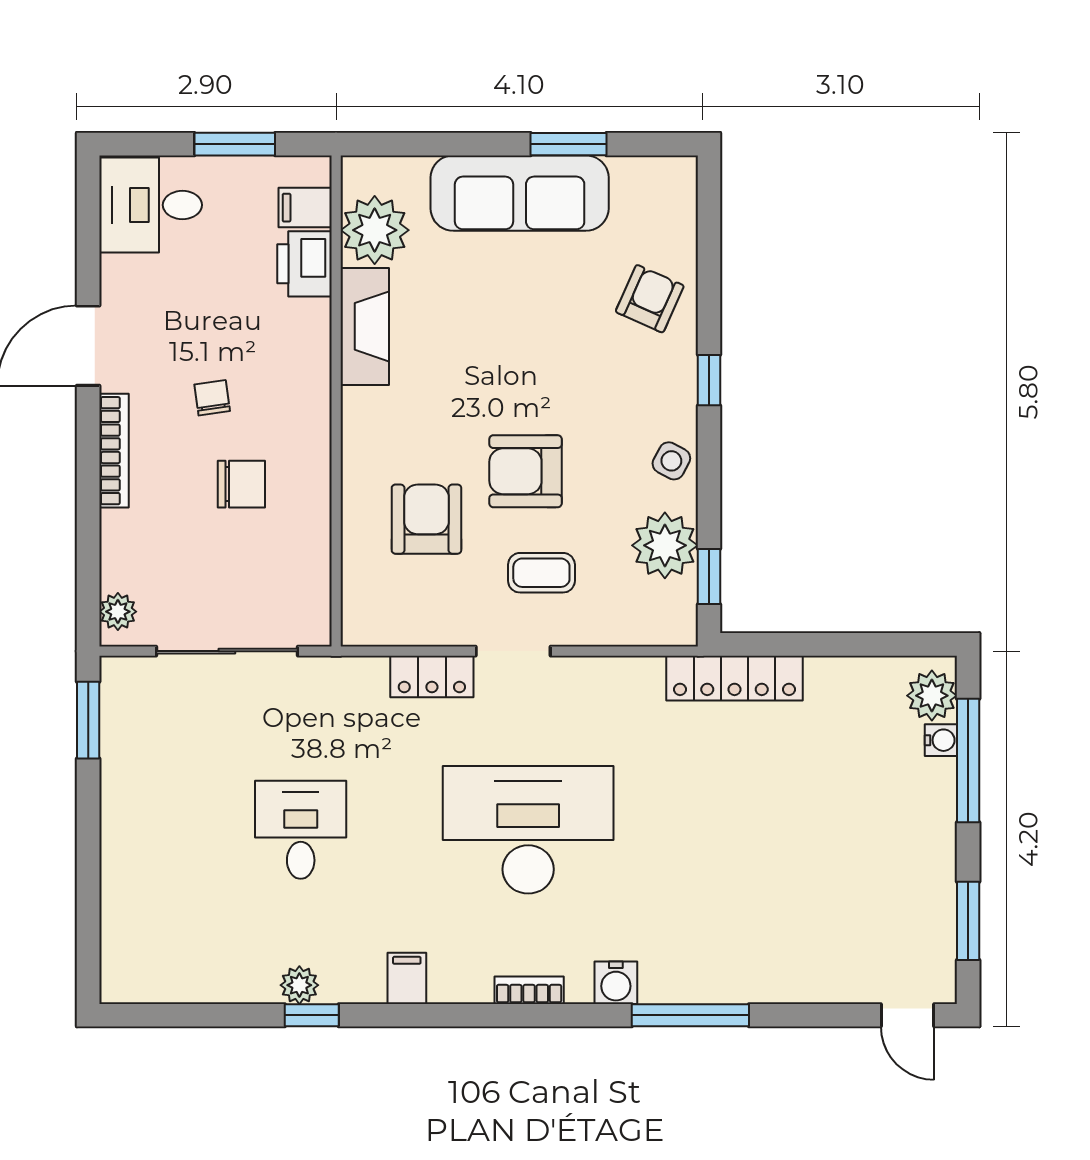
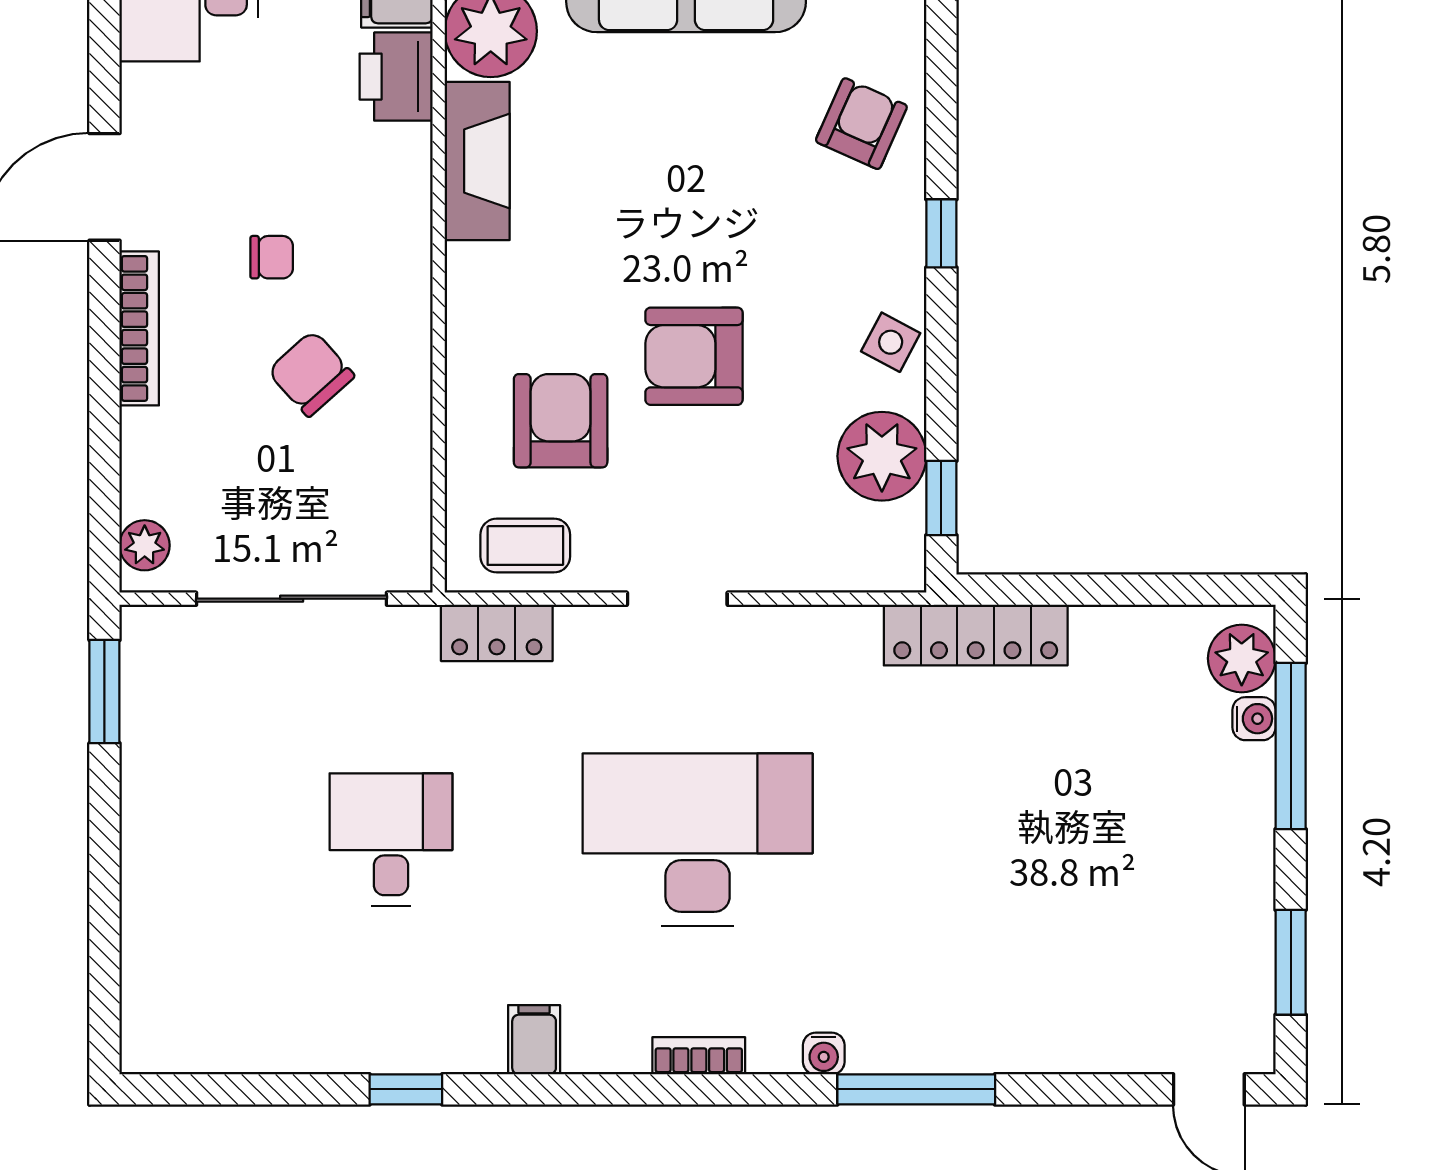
chair: (212, 398) -> (272, 257), turned 98
chair: (241, 484) -> (311, 374), turned -132
coffee table: (541, 573) -> (525, 546), moved
locker: (432, 677) -> (497, 633), moved
water cooler: (616, 983) -> (824, 1054), width x0.72, depth x0.72
plant: (299, 985) -> (389, 1049), removed

